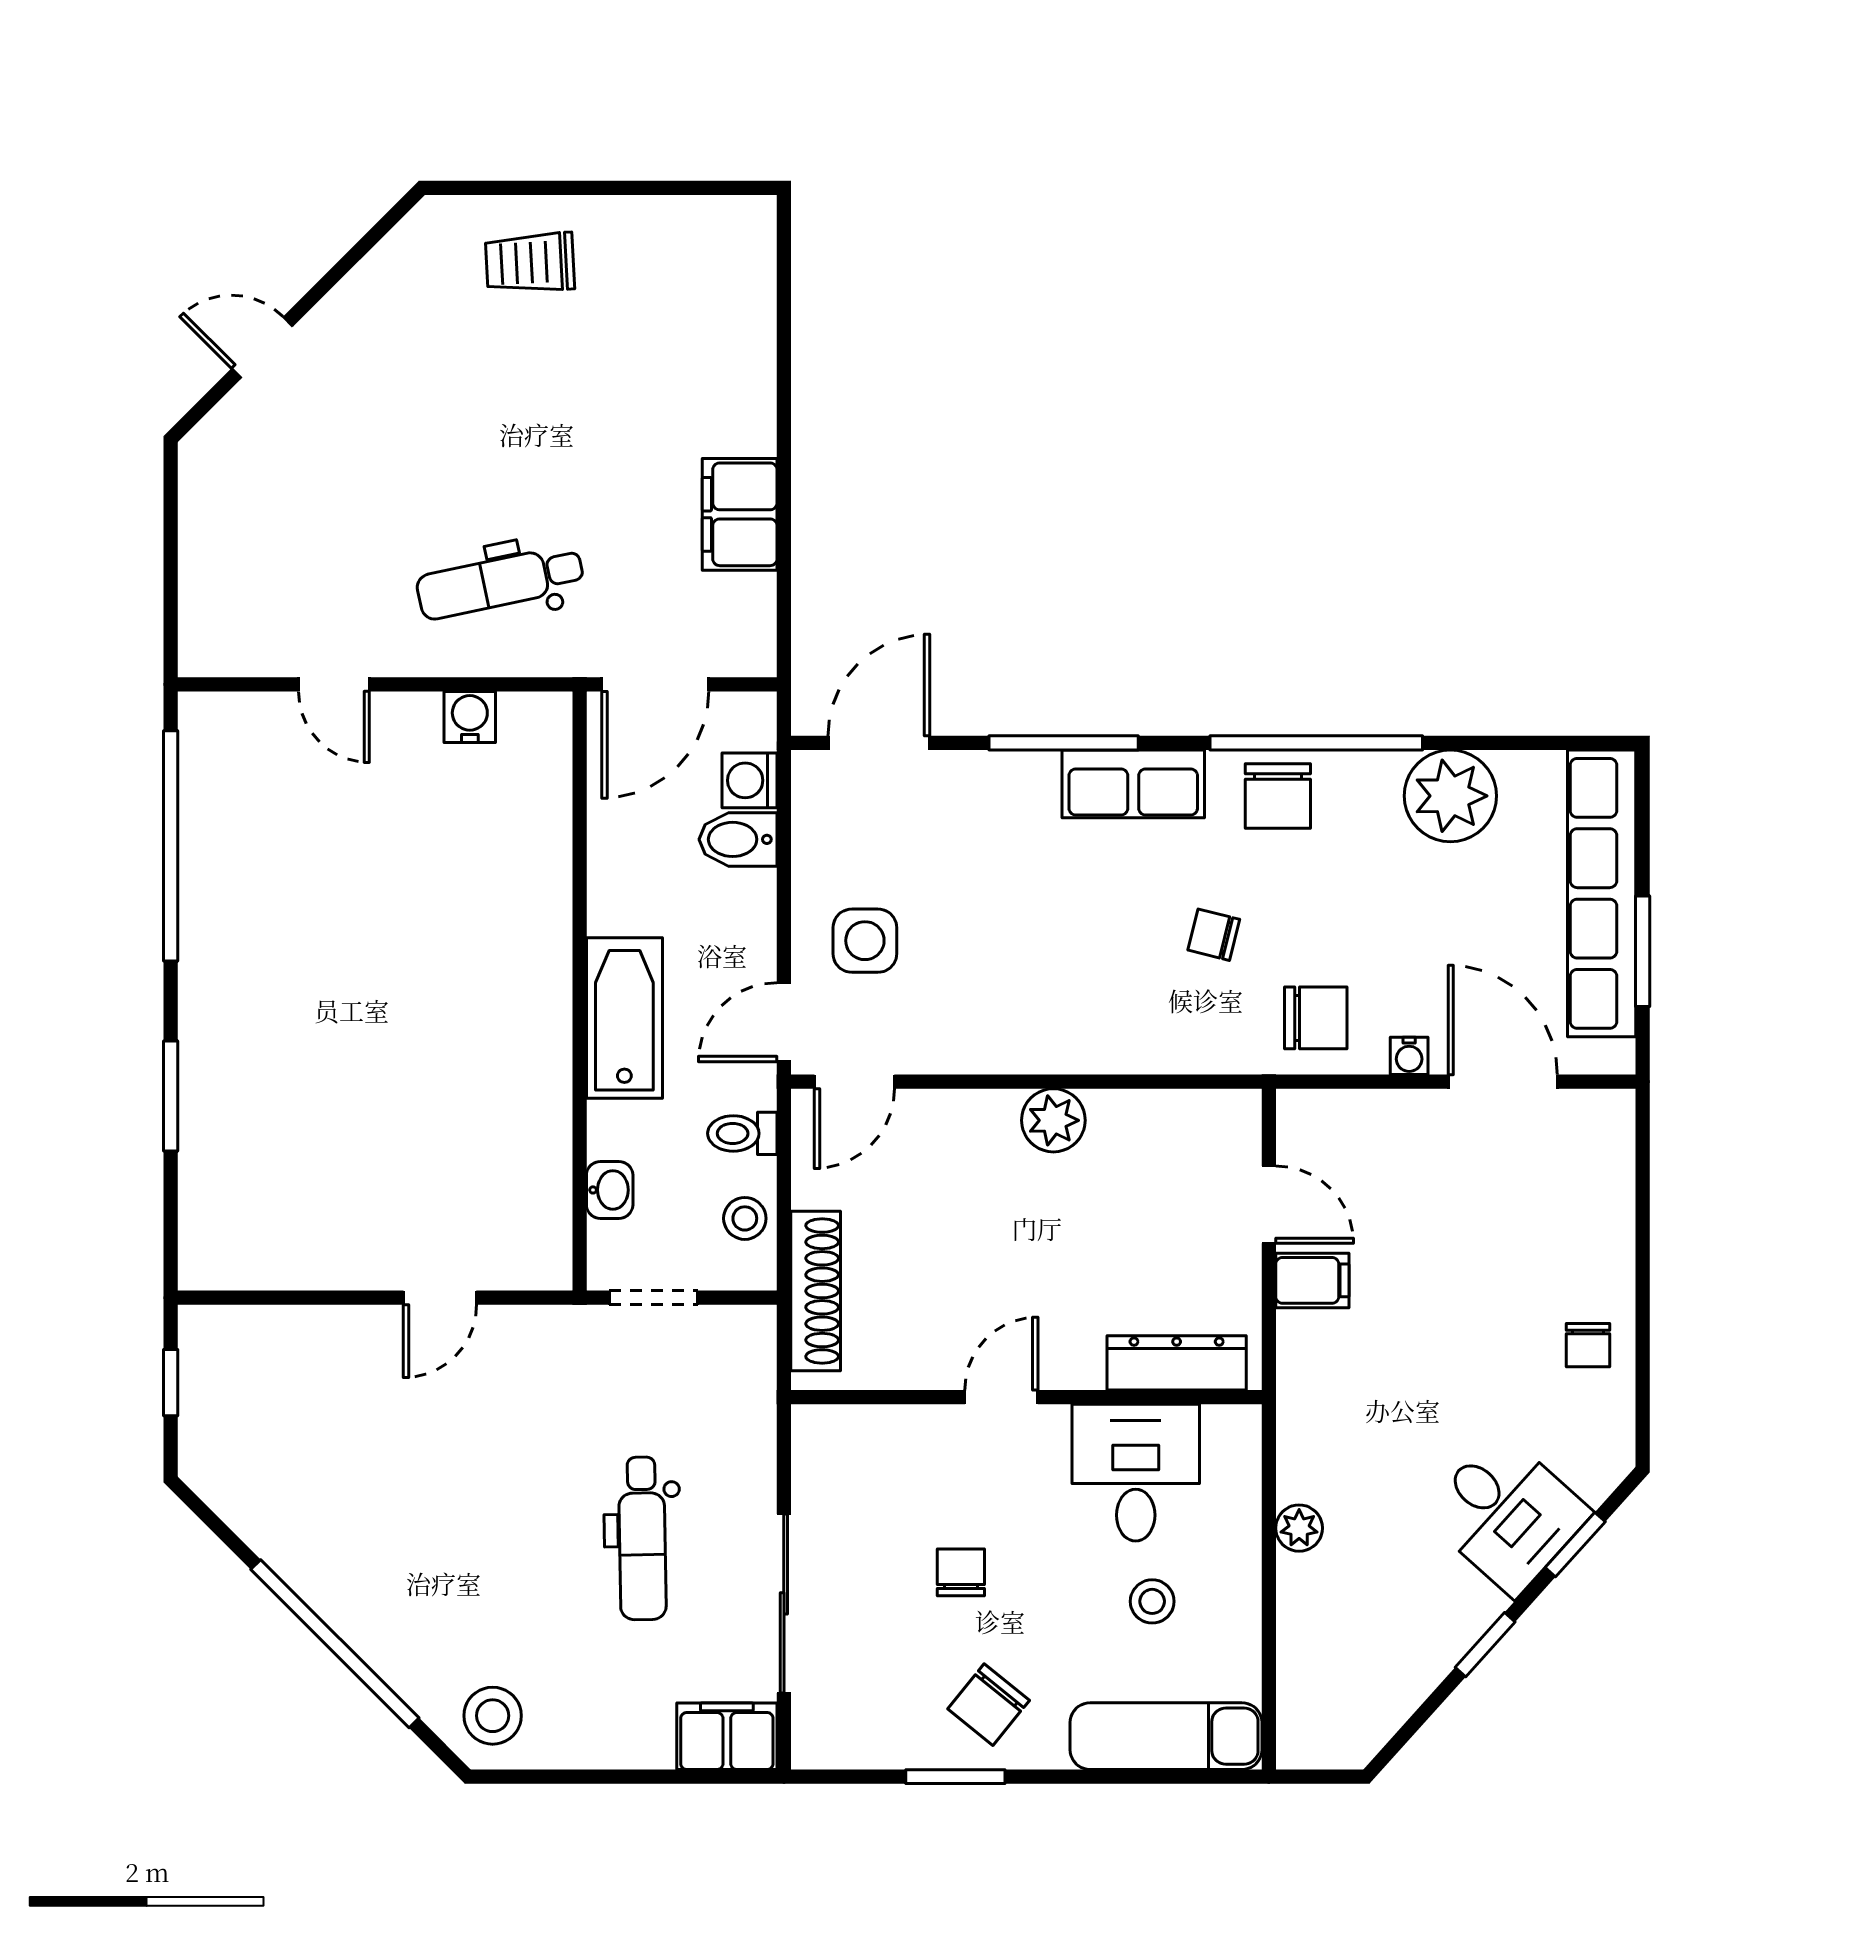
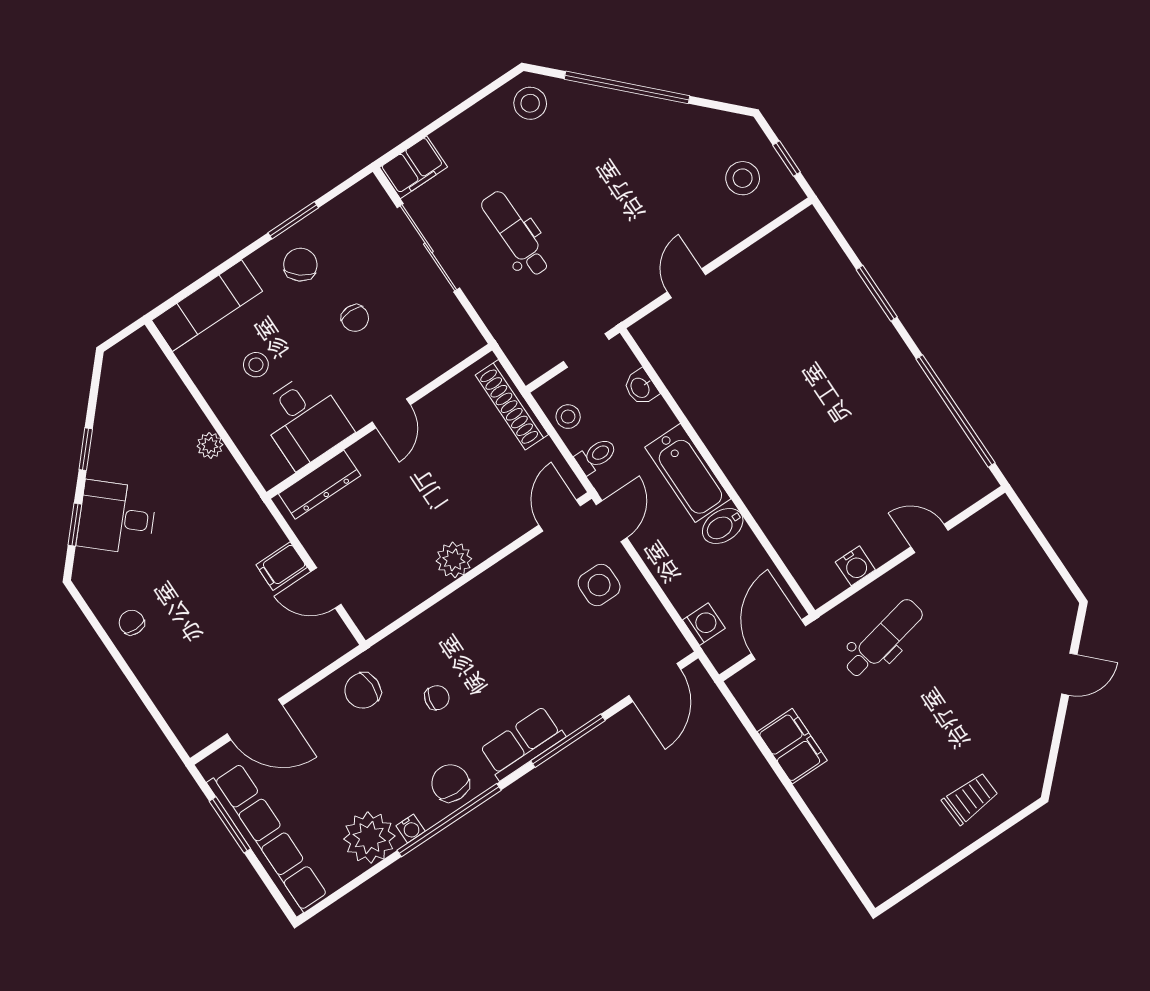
bidet: (738, 839) -> (723, 526), moved, turned 180
water cooler: (1409, 1056) -> (411, 828), moved, turned 180
stool: (254, 1397) -> (743, 178), added

